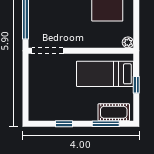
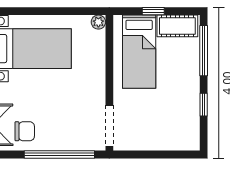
cot: (114, 112) -> (177, 26), moved, turned 90
window: (106, 124) -> (204, 51), width x1.44

